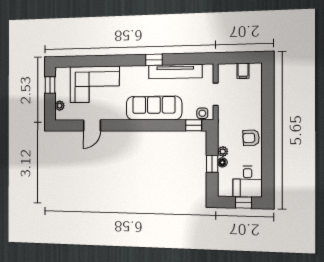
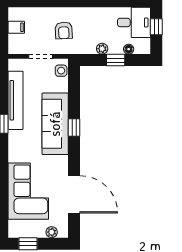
door: (92, 125) -> (74, 194), width x1.88
window: (194, 125) -> (74, 128), moved
armchair: (251, 138) -> (64, 30), moved
floor lamp: (222, 162) -> (129, 49), moved

